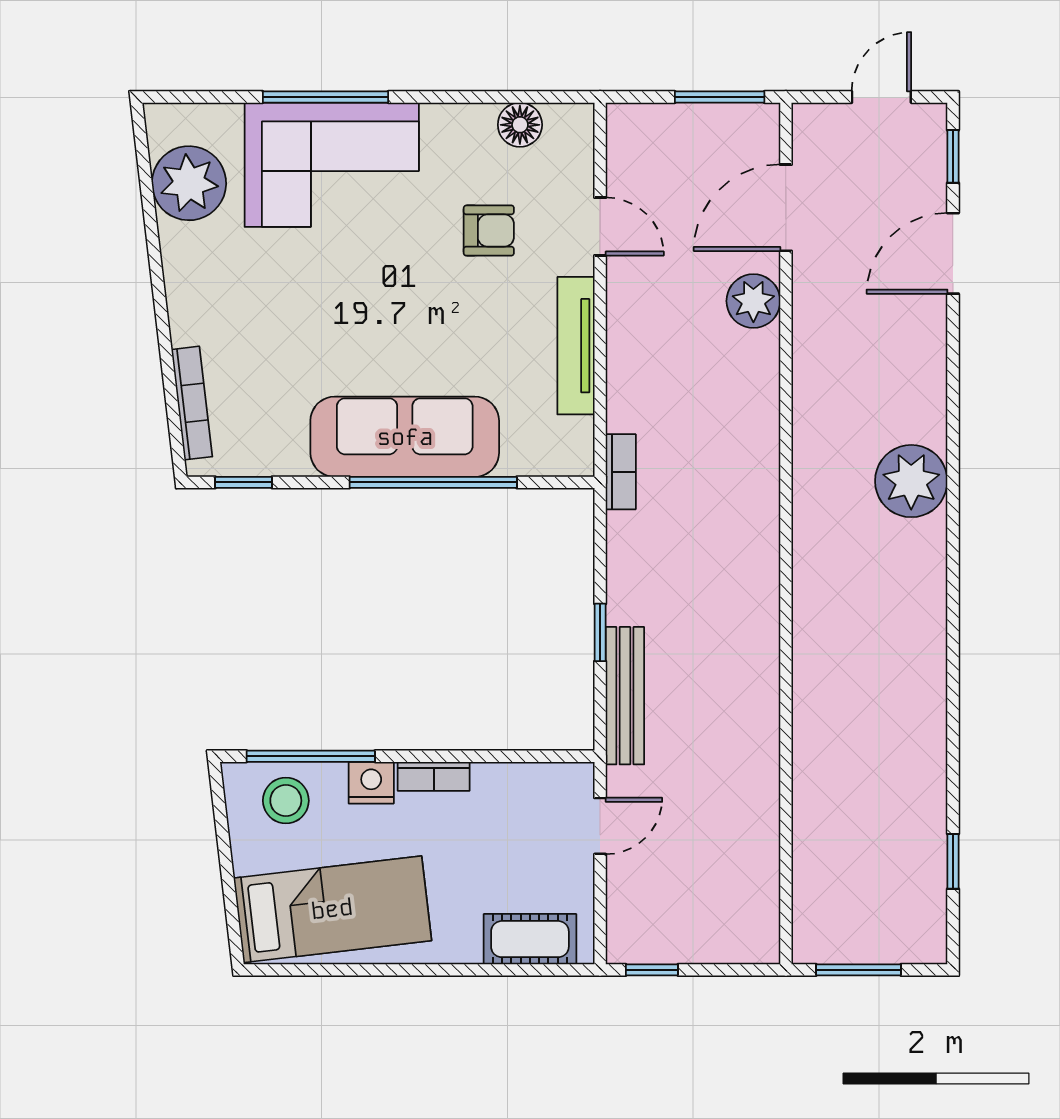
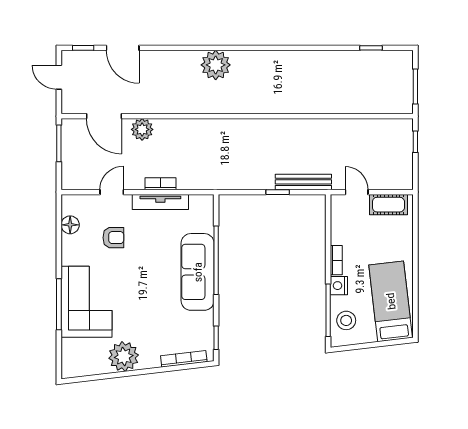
plant: (189, 183) -> (124, 357), moved
armchair: (489, 231) -> (113, 238), turned 90
bookcase: (621, 472) -> (161, 184), moved
cot: (530, 939) -> (388, 205), moved, turned 90
window: (652, 970) -> (415, 142), moved

